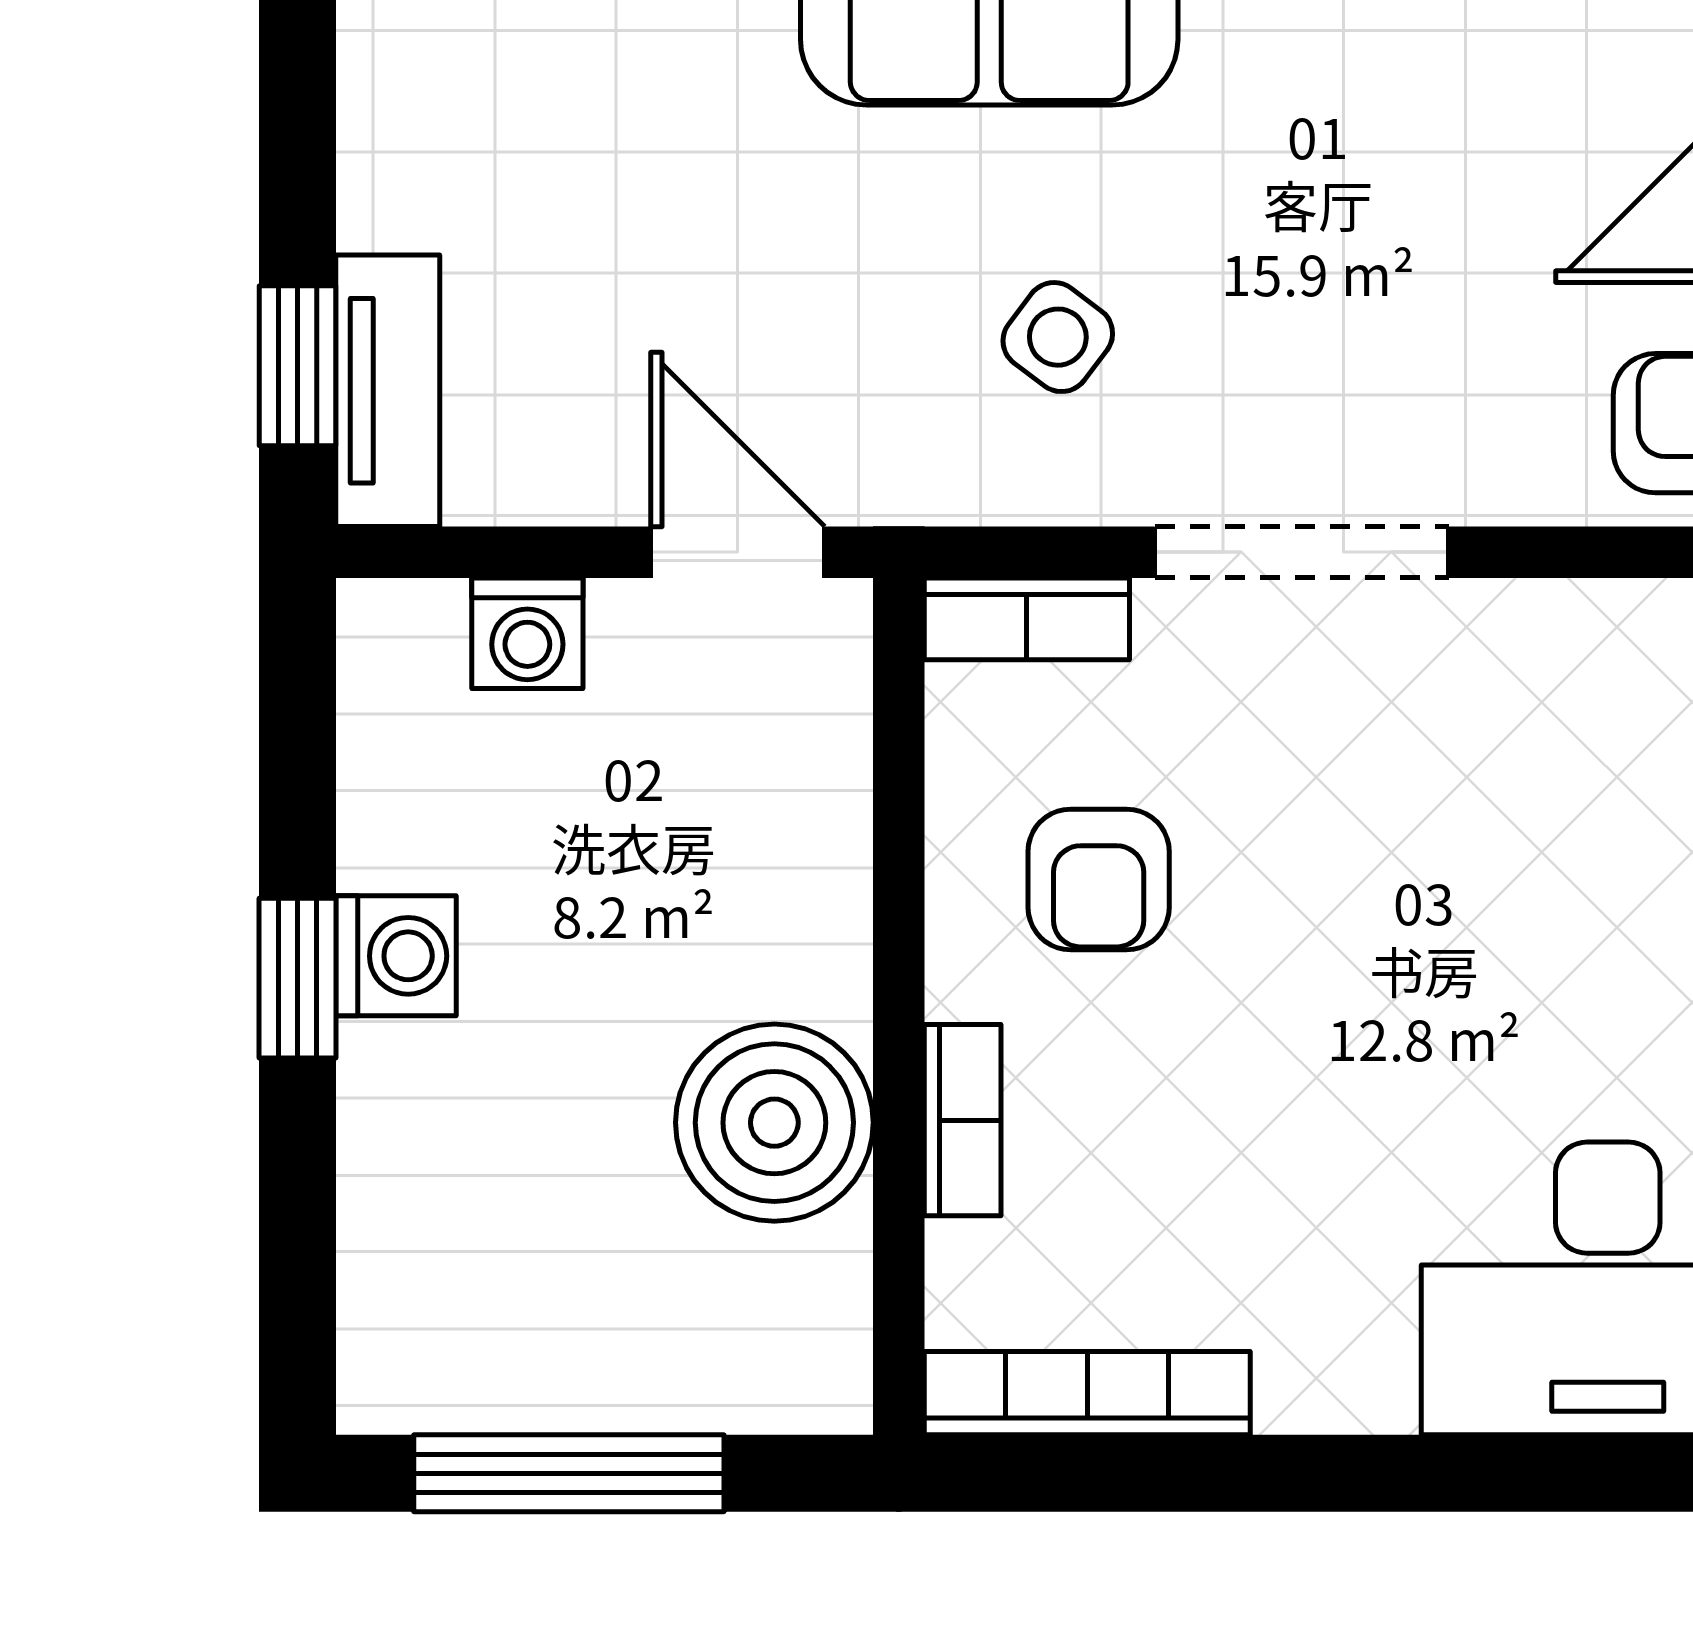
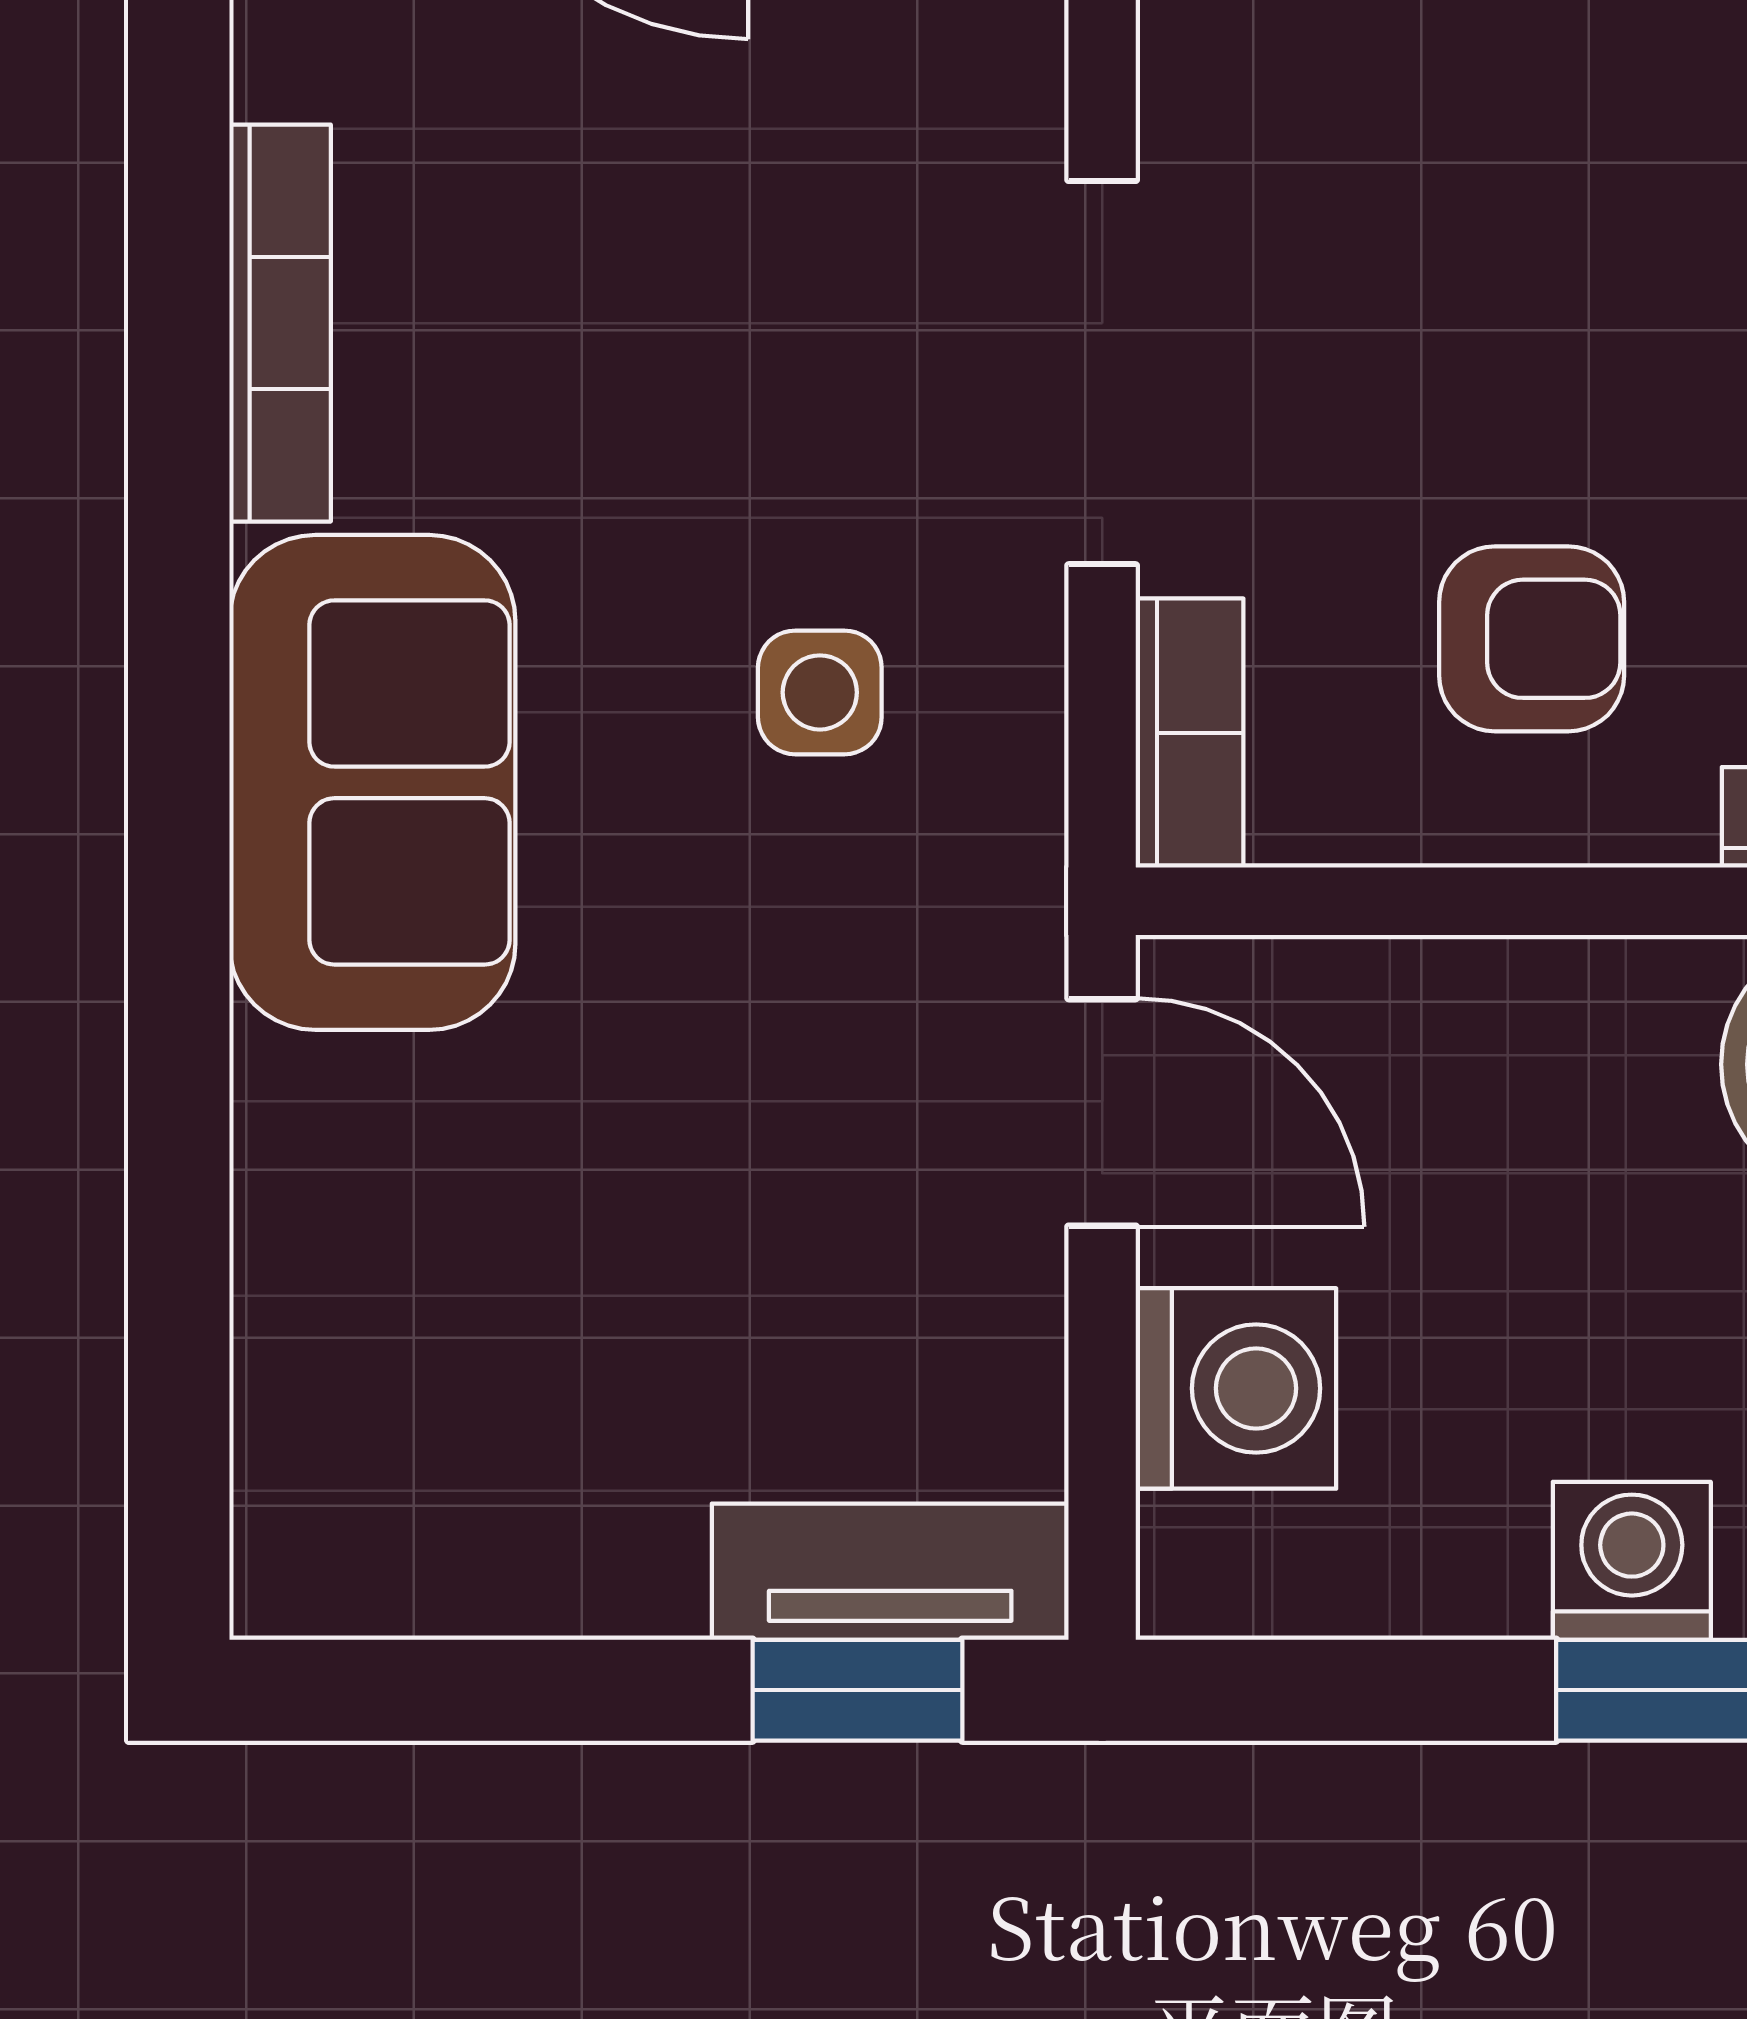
side table: (1058, 337) -> (820, 692), turned -37
door: (738, 552) -> (1102, 1112), swing flipped
washing machine: (527, 633) -> (1236, 1388), width x1.38, depth x1.38

